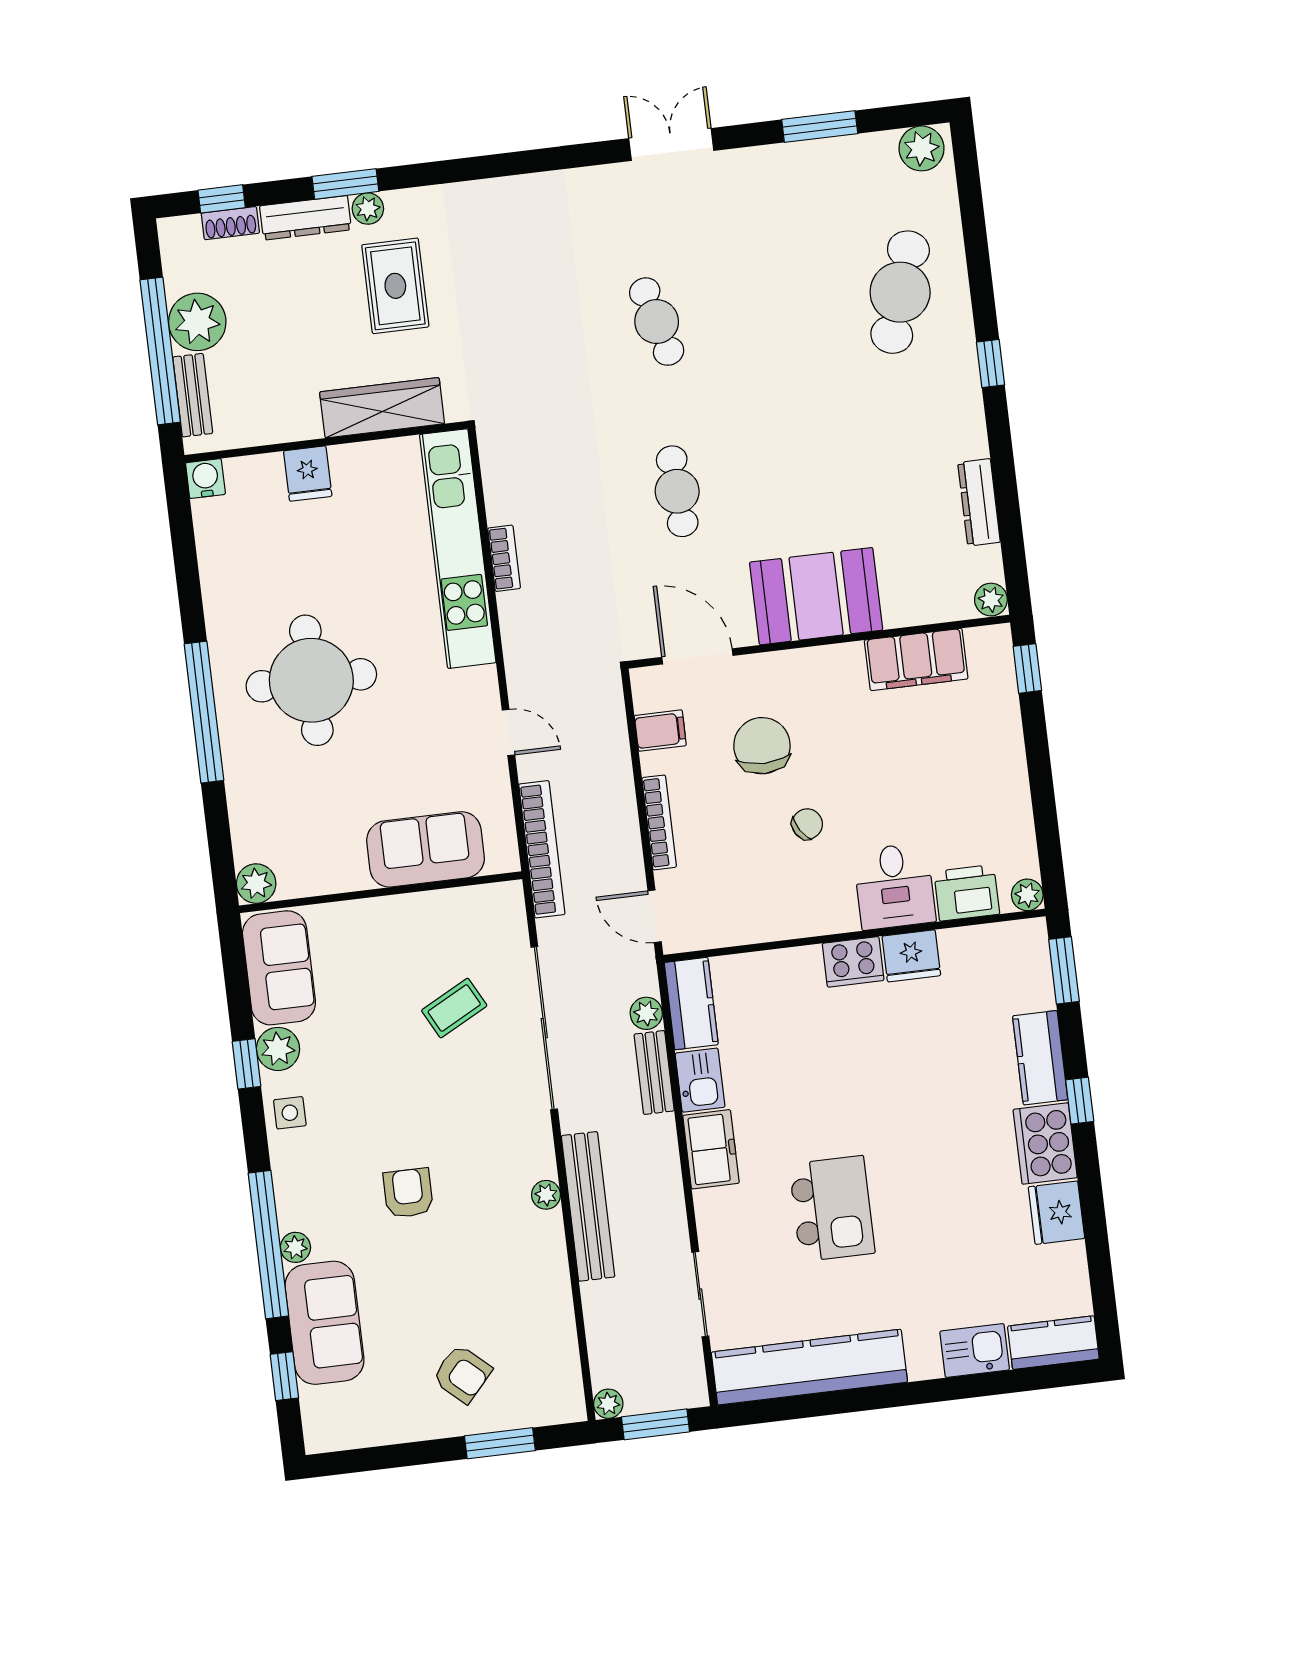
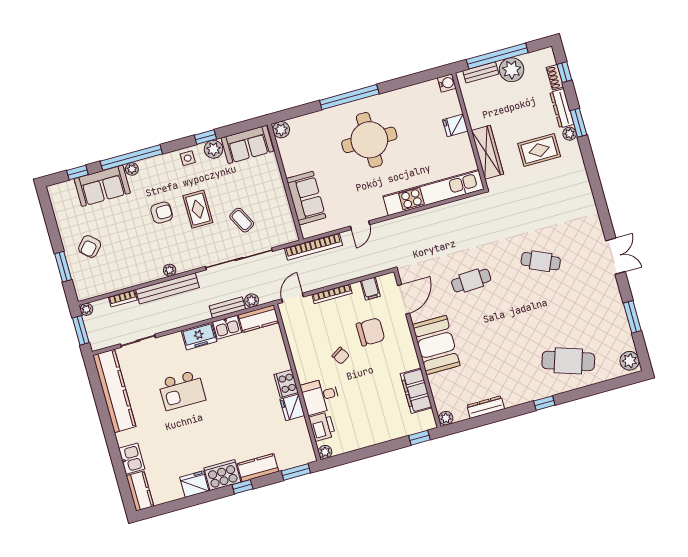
cafe table: (657, 322) -> (541, 261), turned 39
bookcase: (504, 558) -> (123, 298), moved
rug: (413, 1107) -> (198, 209), added

